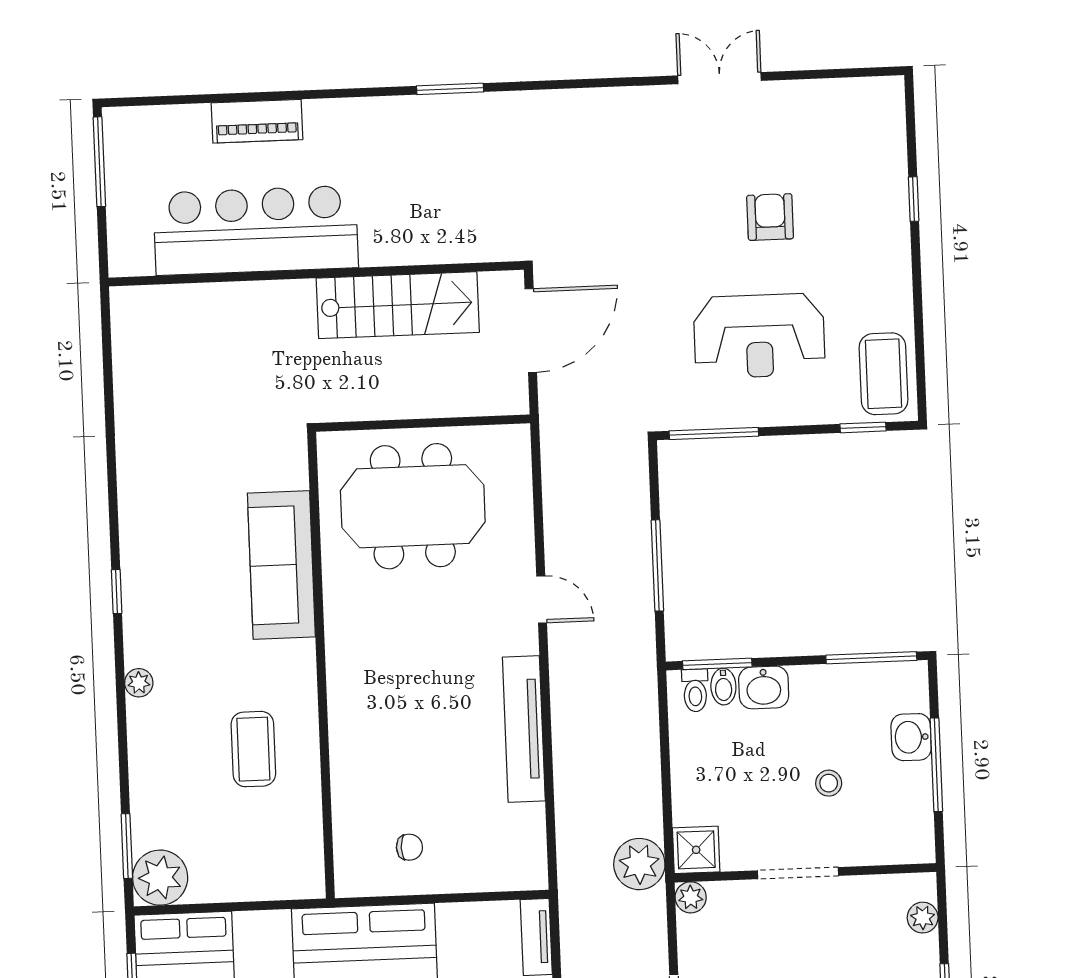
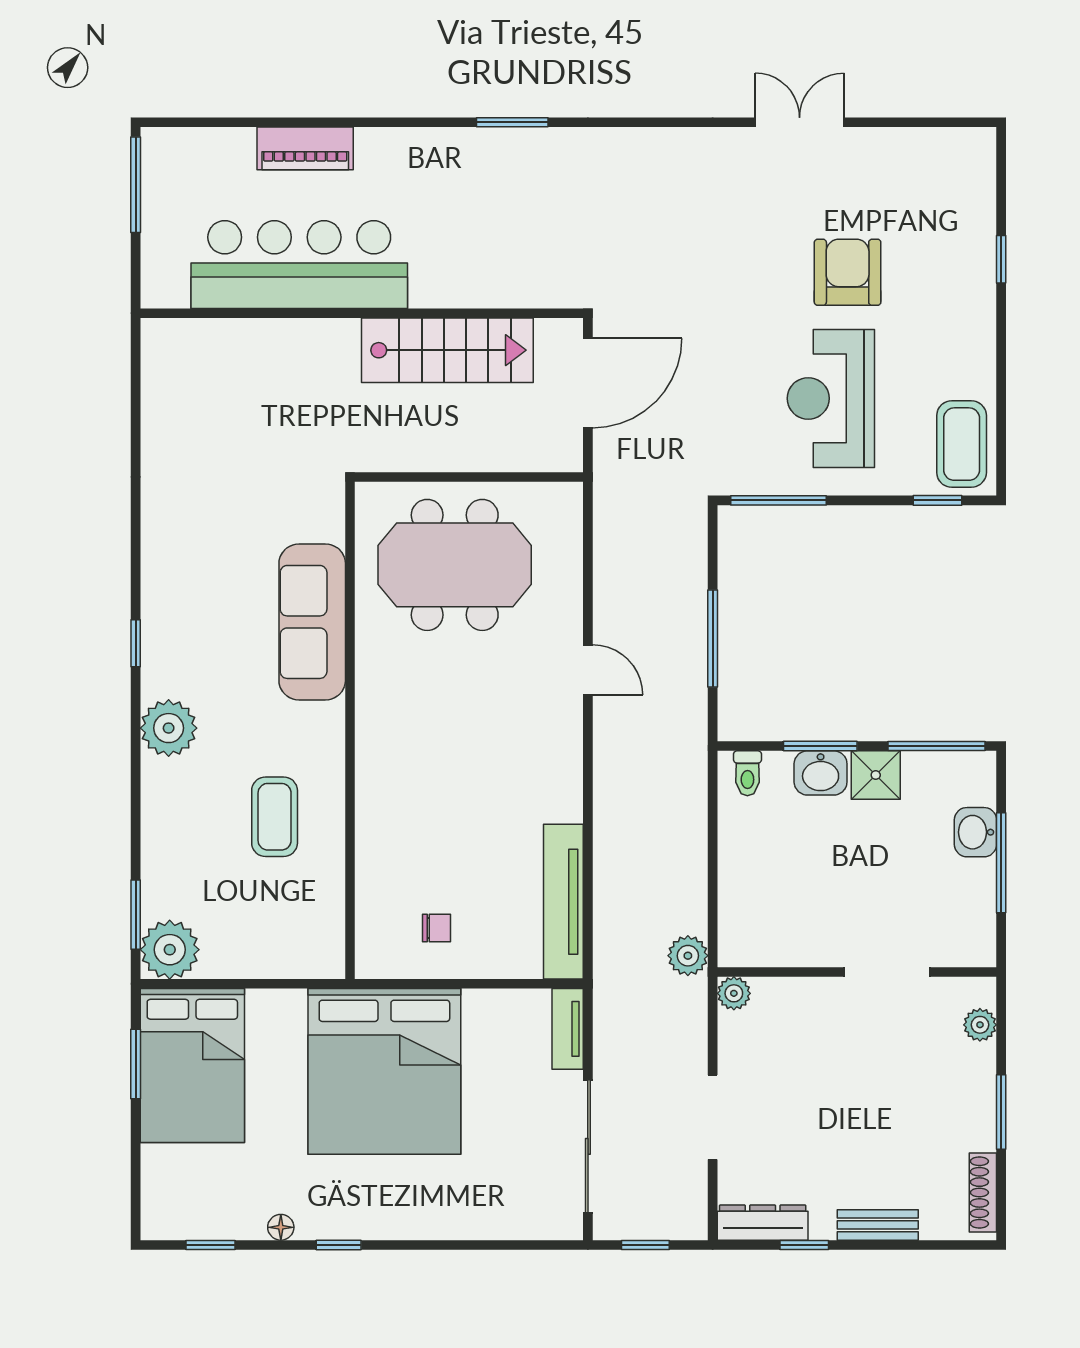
armchair: (770, 217) -> (848, 272), width x1.38, depth x1.38
reception desk: (759, 336) -> (831, 398), turned 90
window: (717, 664) -> (820, 746), moved
plant: (139, 683) -> (169, 728), width x1.87, depth x1.87
bidet: (723, 687) -> (778, 770), removed
tv unit: (524, 729) -> (563, 902), moved
stool: (829, 783) -> (886, 878), removed
shower: (696, 850) -> (876, 775), moved
plant: (639, 864) -> (688, 956), width x0.73, depth x0.73
doorway: (798, 873) -> (887, 972), moved

